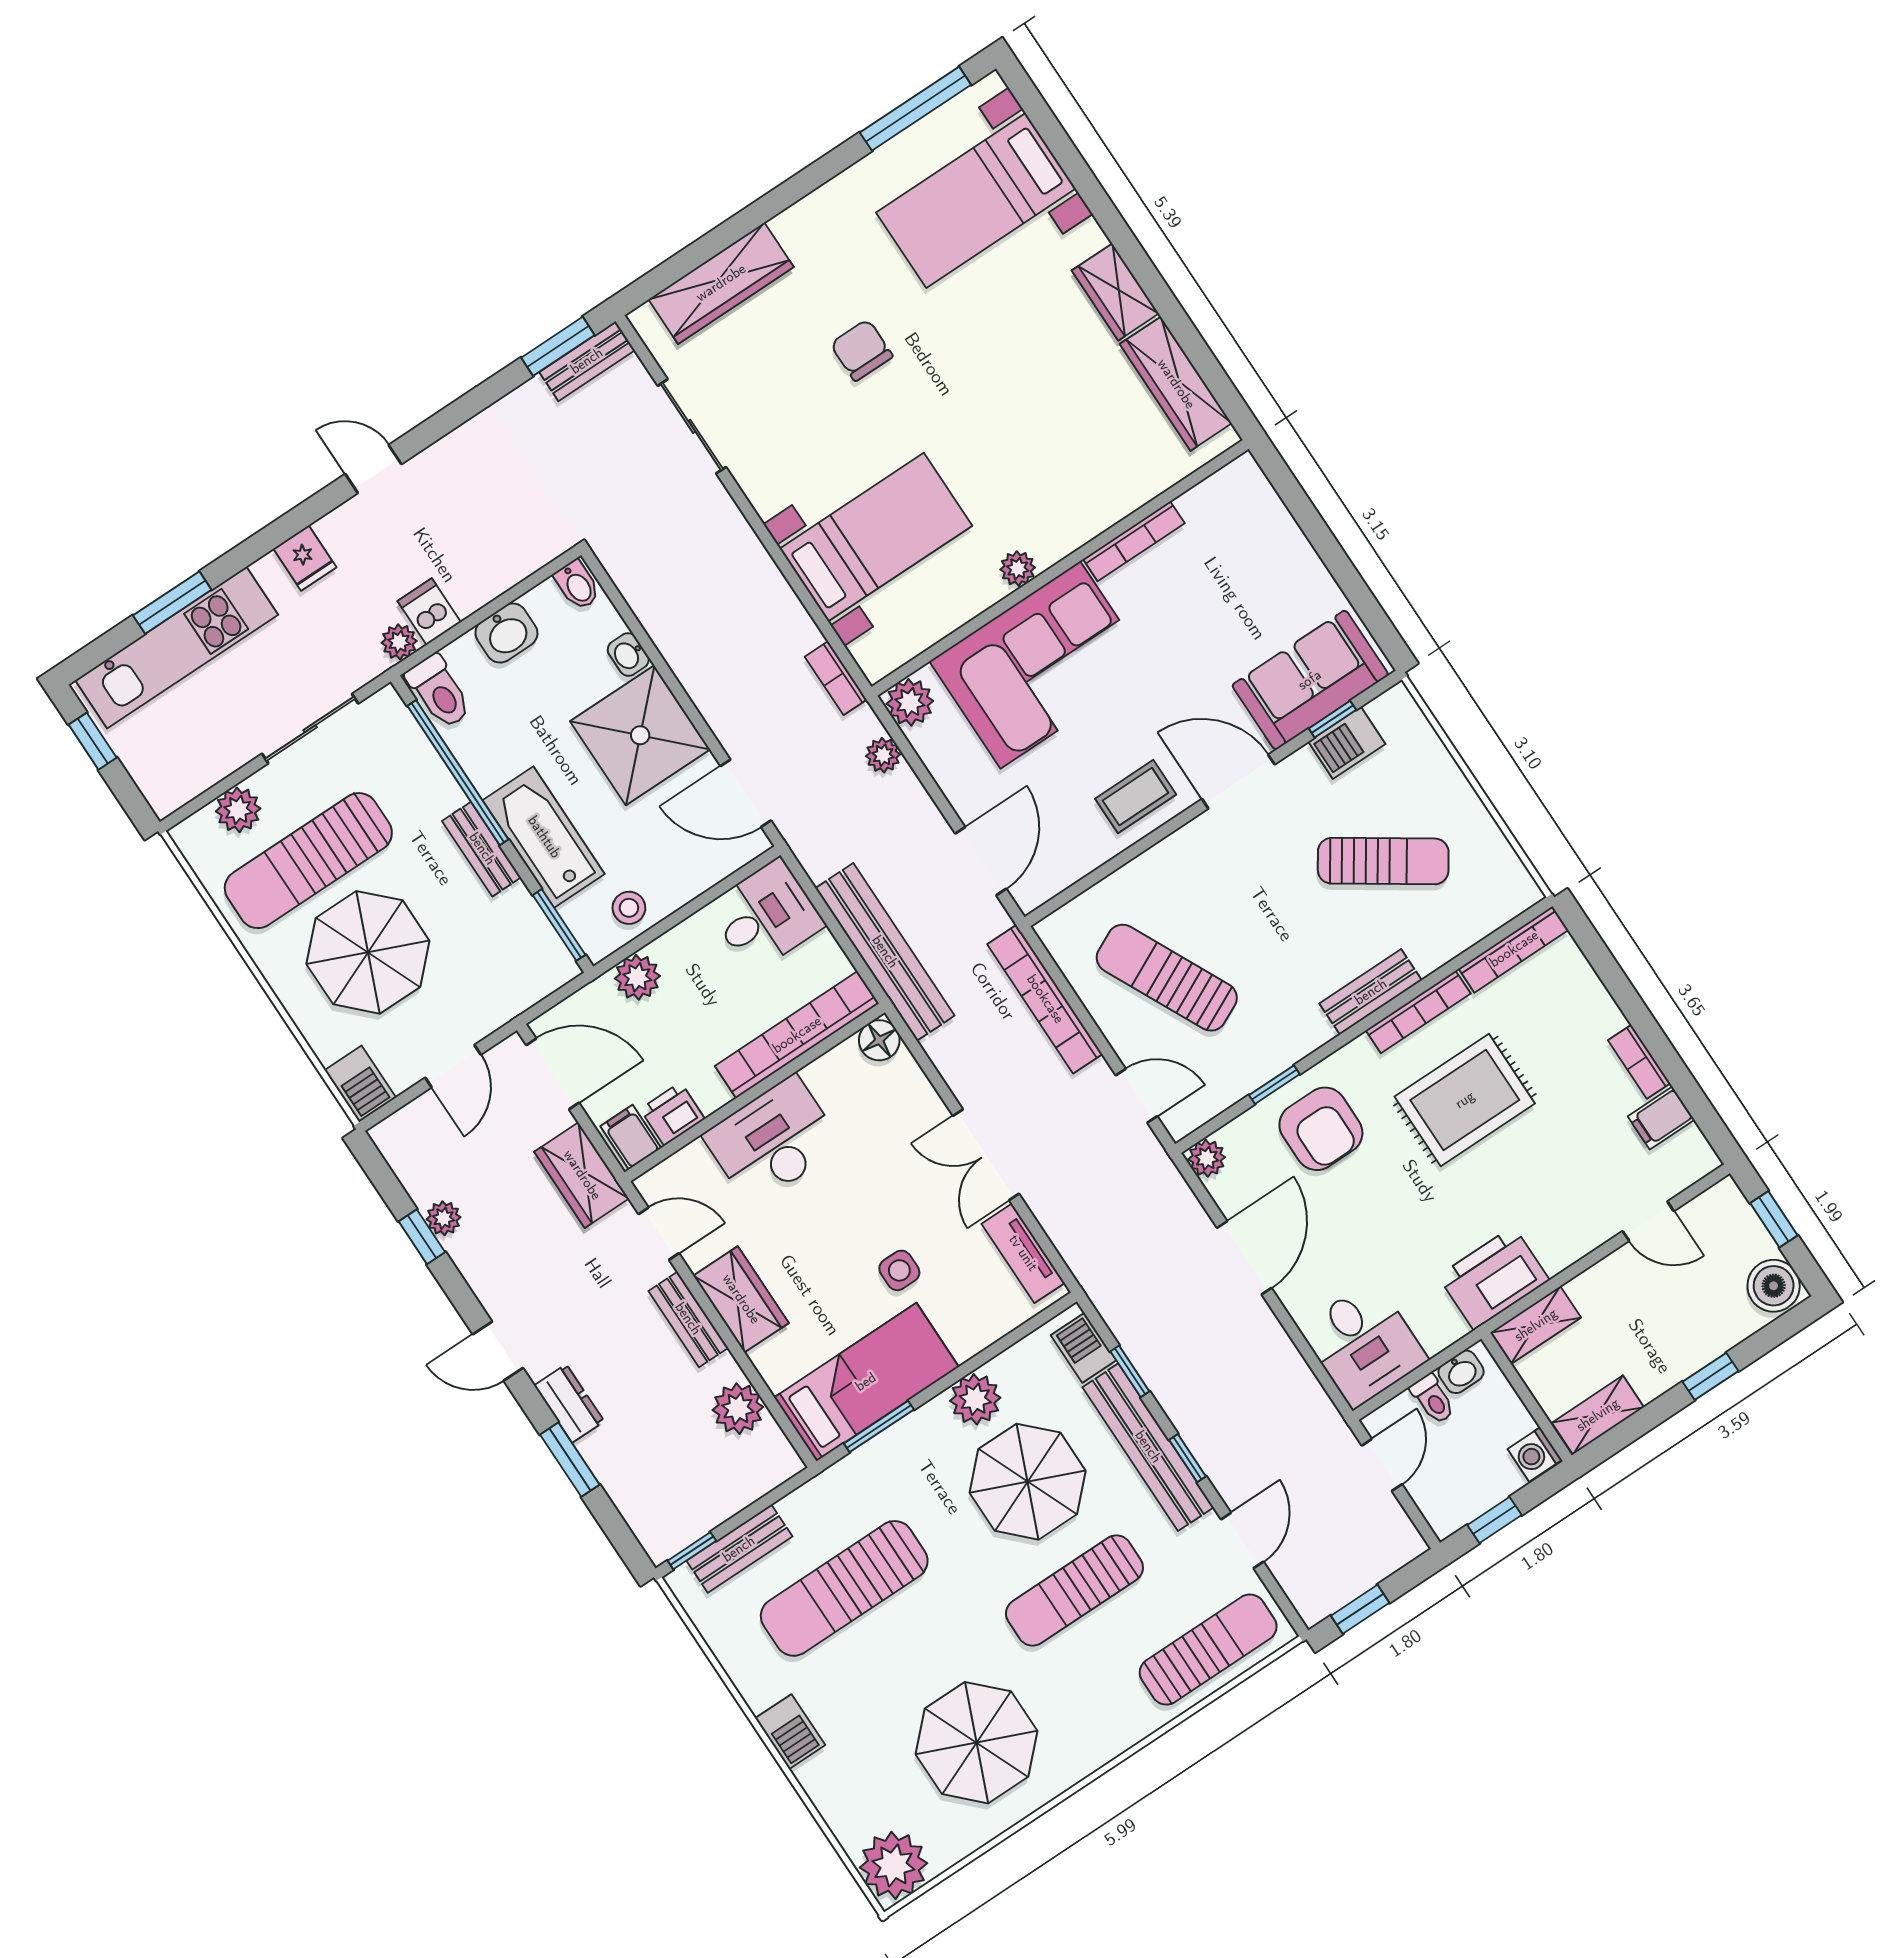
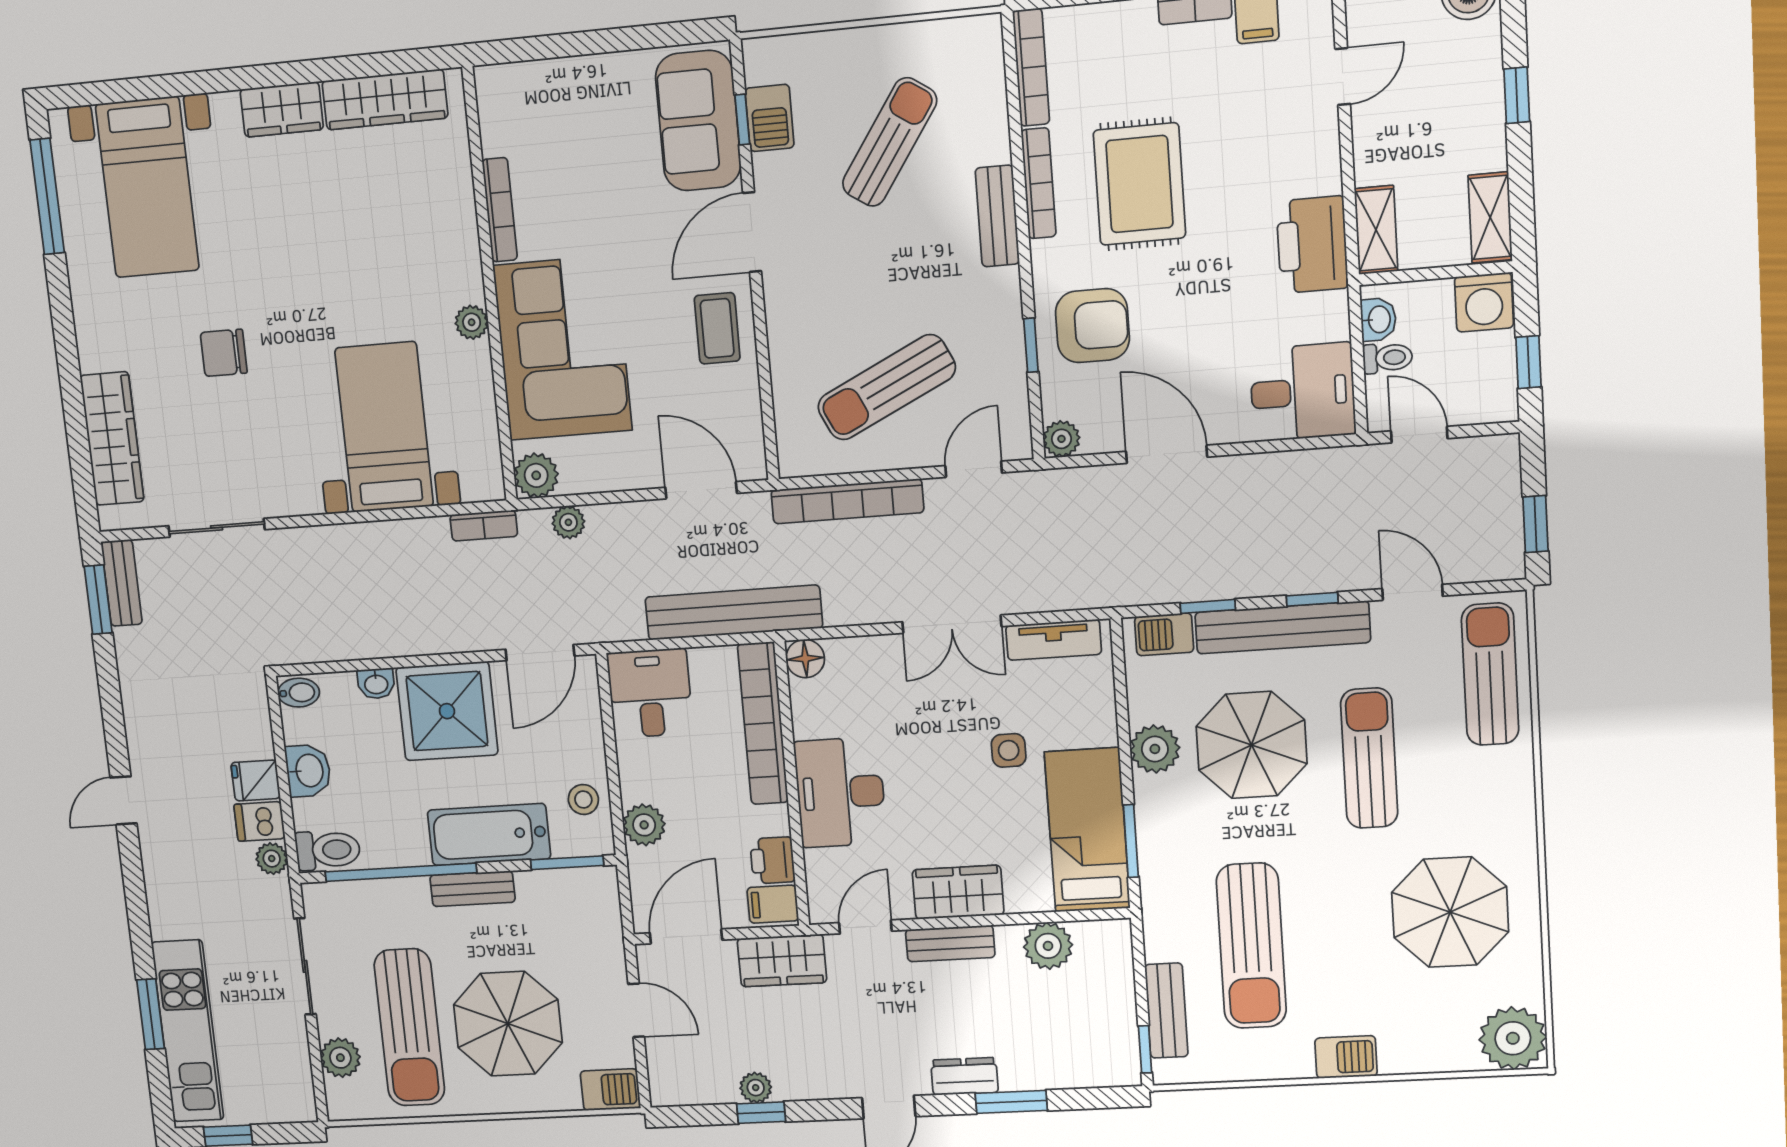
fridge: (305, 558) -> (256, 780), moved, turned 180
washing machine: (1535, 1454) -> (1484, 302), width x1.38, depth x1.38
sun lounger: (1074, 1590) -> (1369, 758), turned 180

